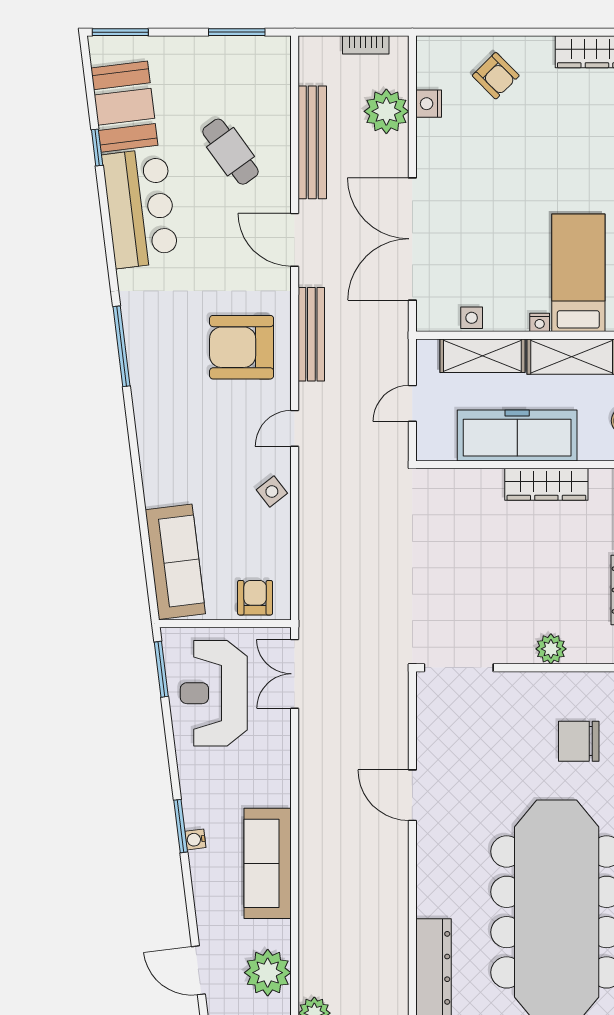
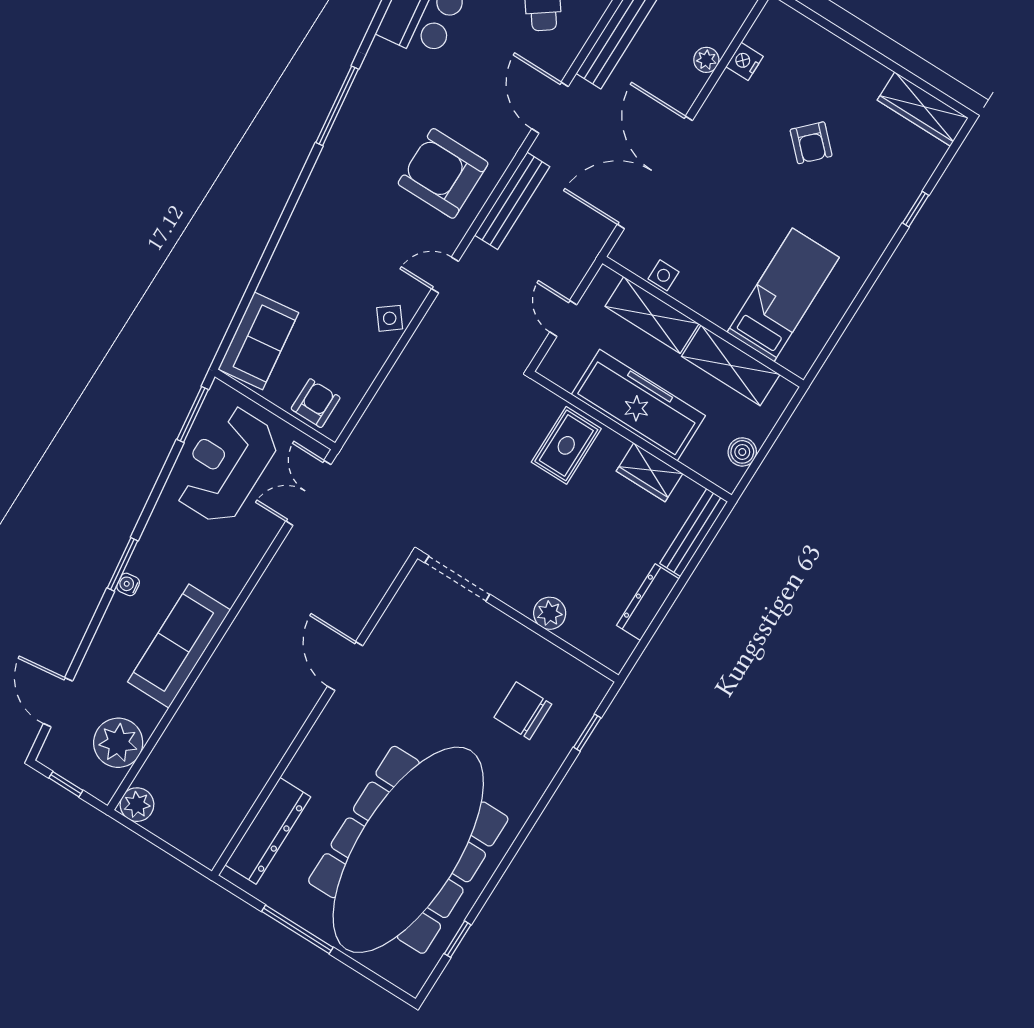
armchair: (496, 76) -> (811, 143), moved
plant: (386, 111) -> (706, 60), width x0.53, depth x0.53
nightstand: (540, 322) -> (721, 317), removed
door: (412, 403) -> (563, 318), hinge flipped
wardrobe: (546, 484) -> (650, 472), width x0.67
rug: (479, 505) -> (566, 445), added
sofa: (175, 562) -> (258, 341), width x0.73

